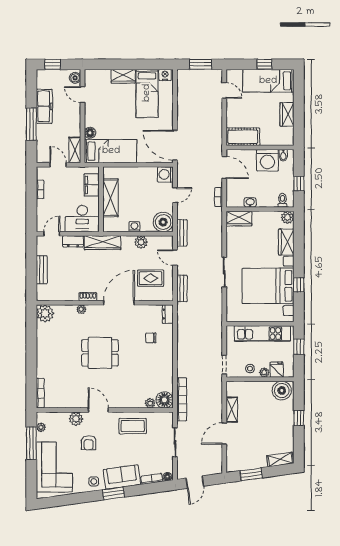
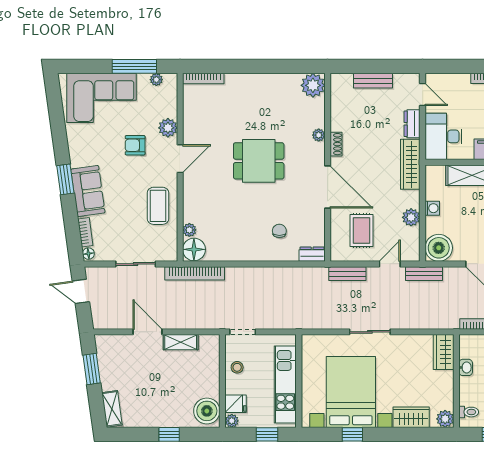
dining table: (100, 353) -> (259, 161), turned 90
plant: (264, 372) -> (232, 421), moved
side table: (94, 481) -> (82, 152), removed

